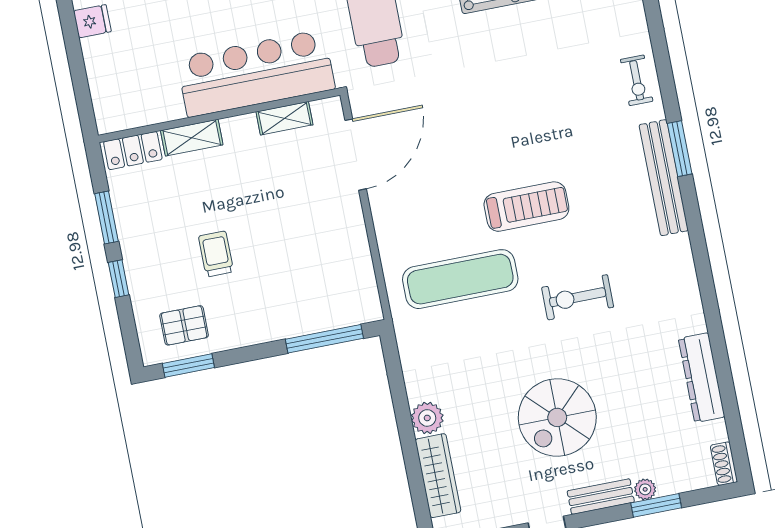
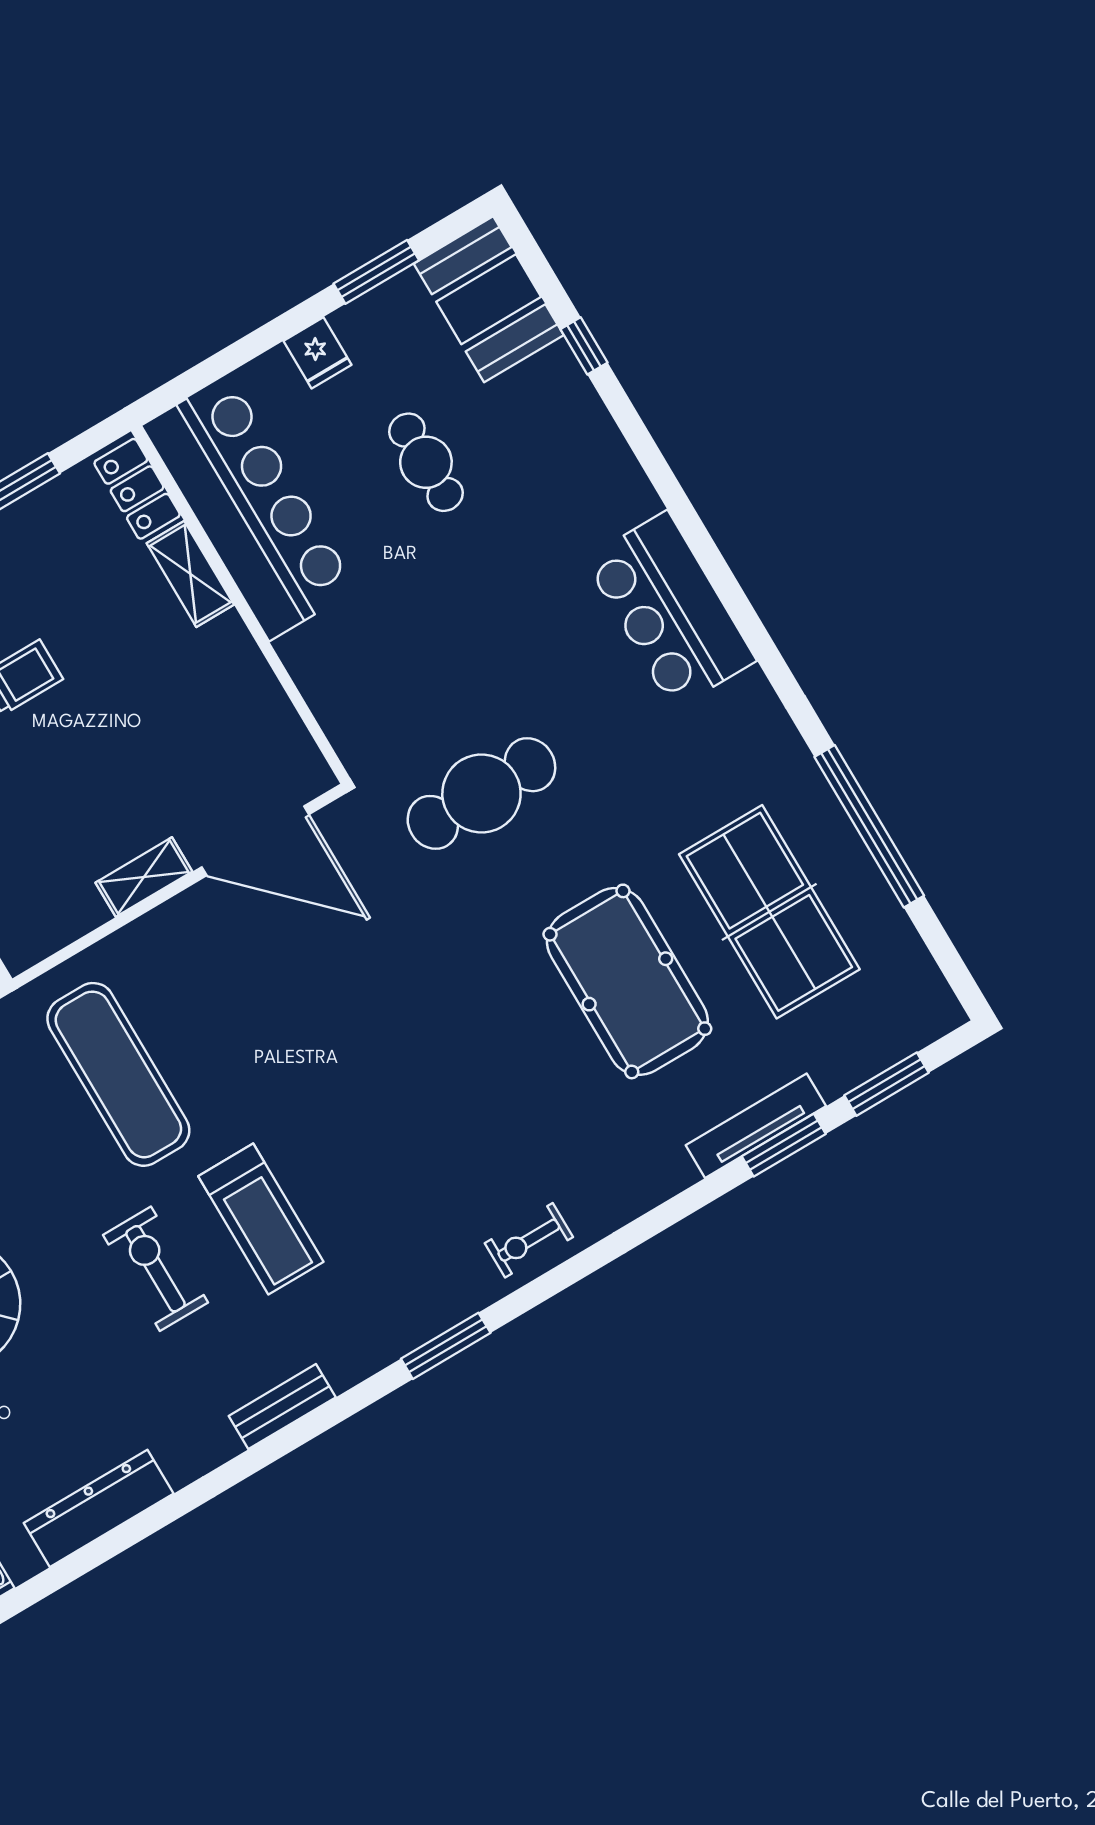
bar counter: (256, 73) -> (249, 507), moved
shelving: (284, 118) -> (144, 877), moved, turned 90
bench: (664, 178) -> (282, 1407), moved, width x0.54, depth x0.82
treadmill: (526, 207) -> (261, 1219), moved

